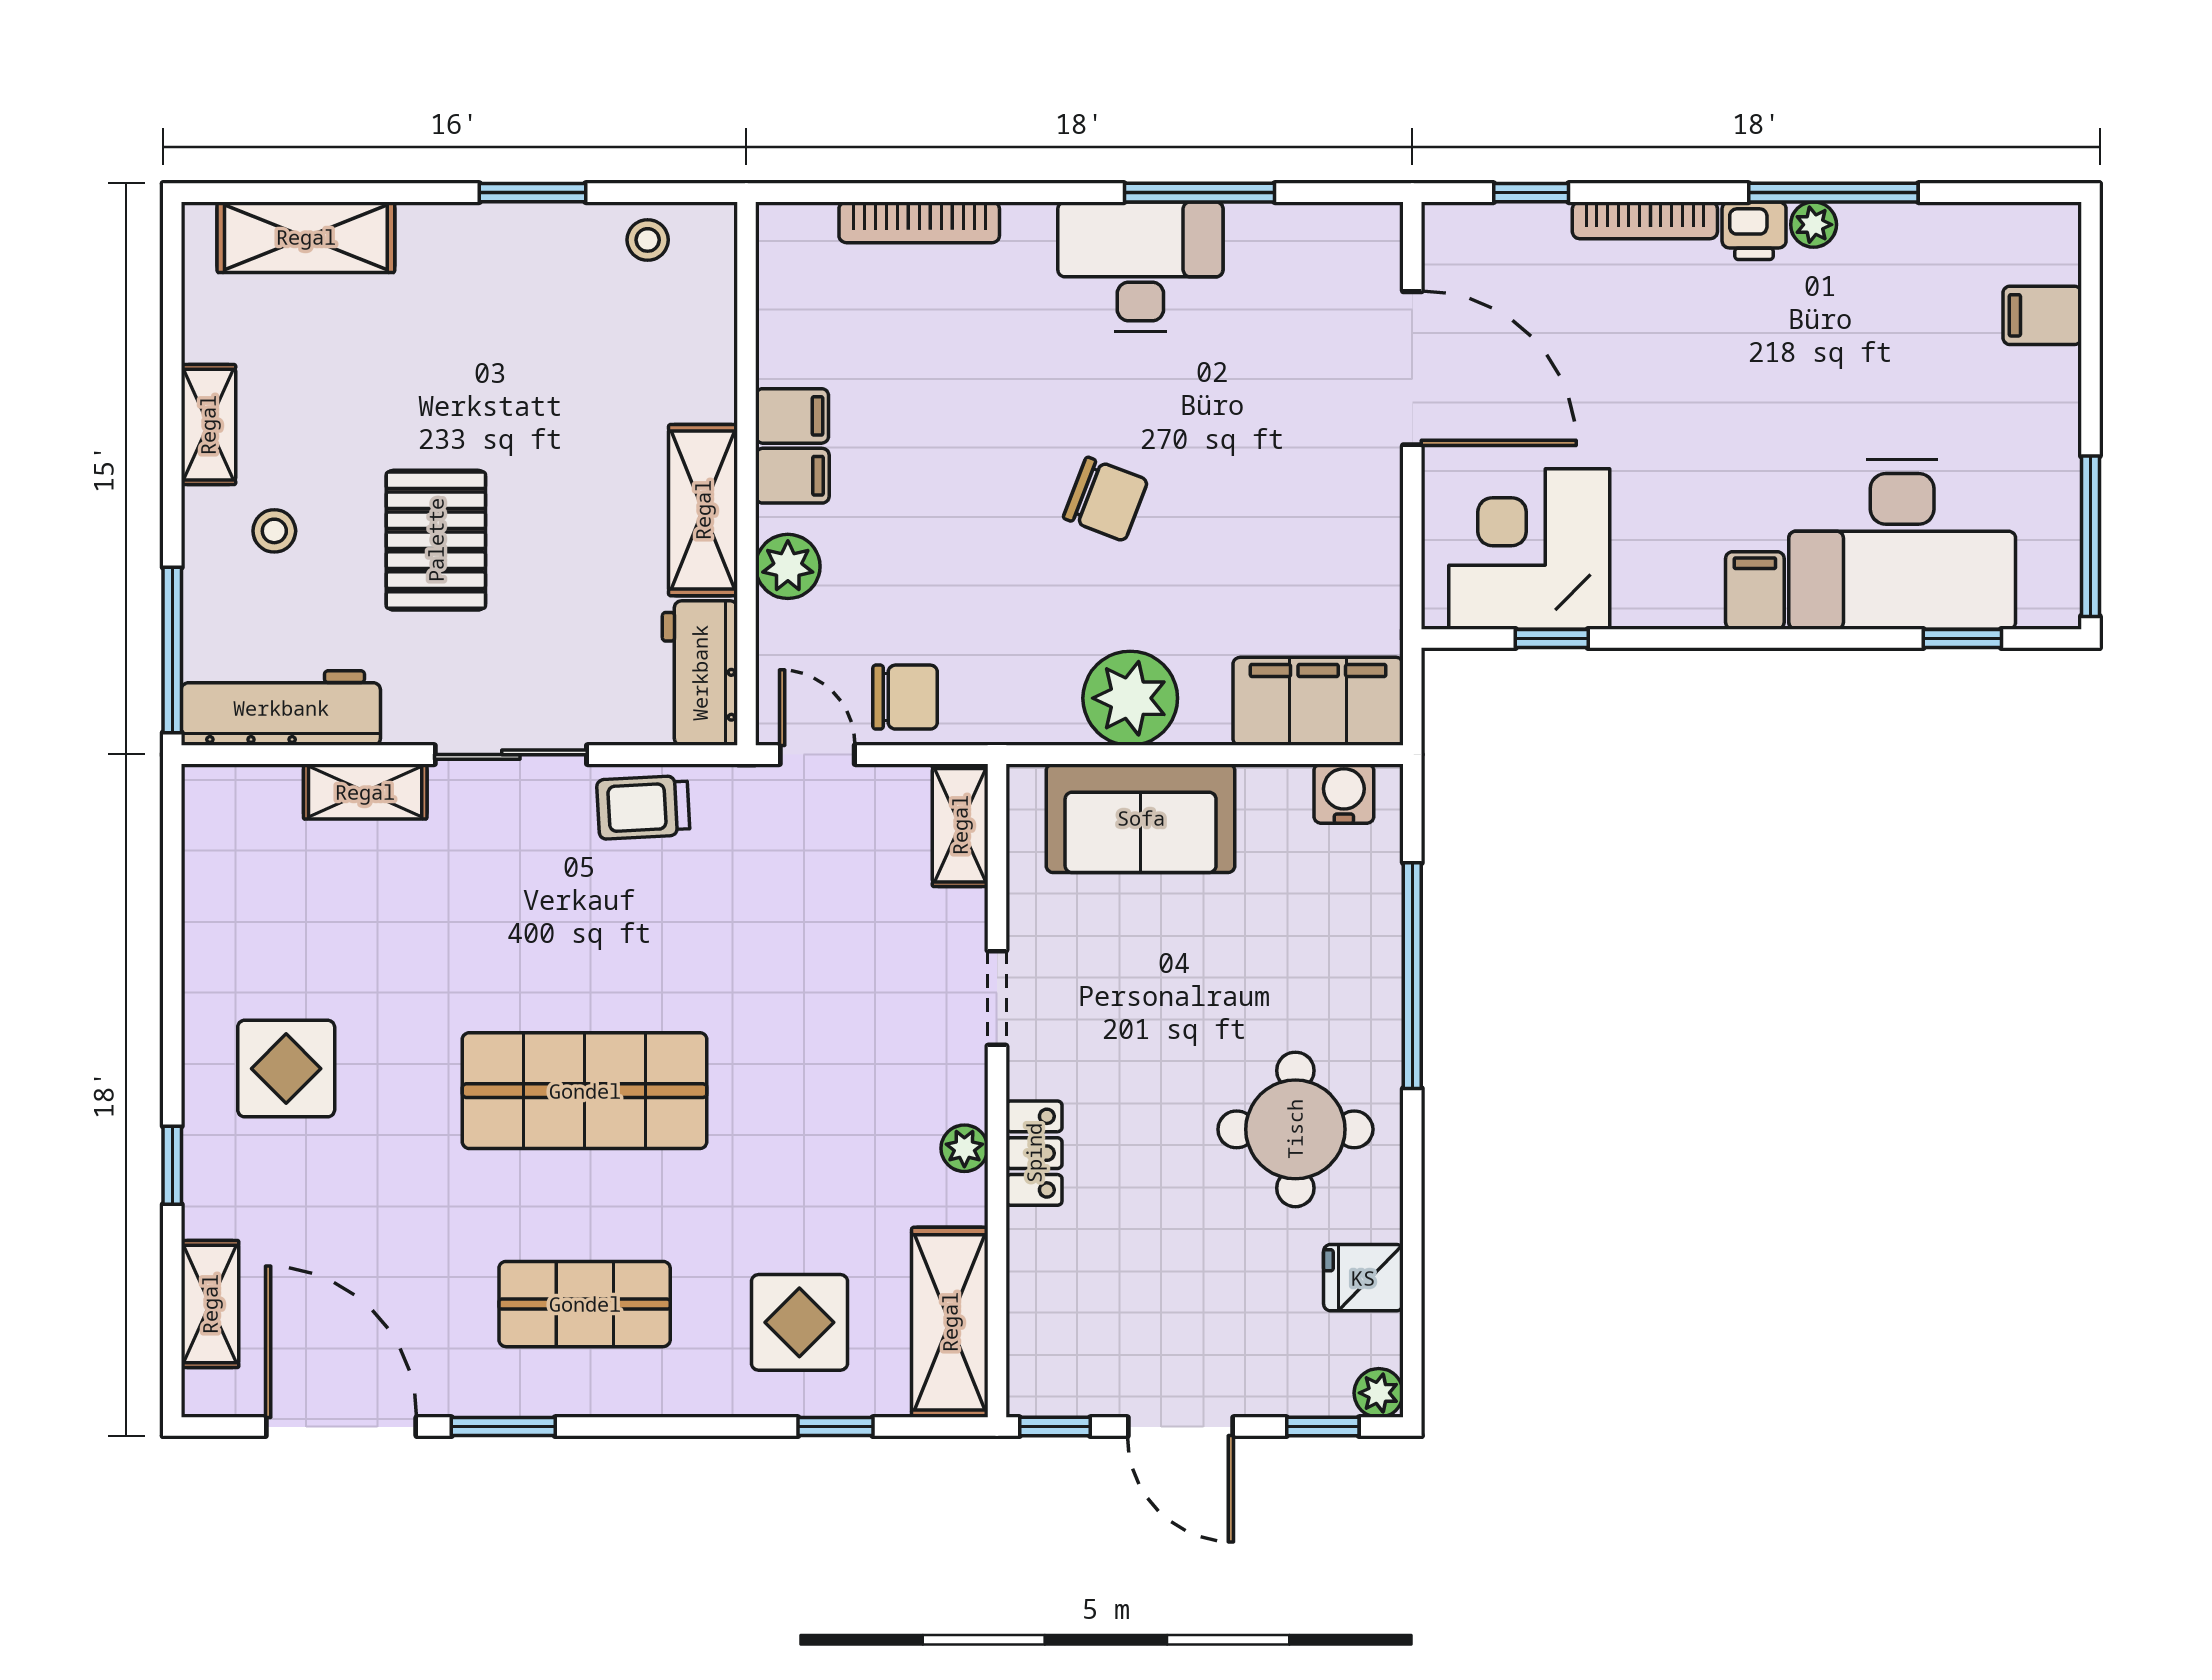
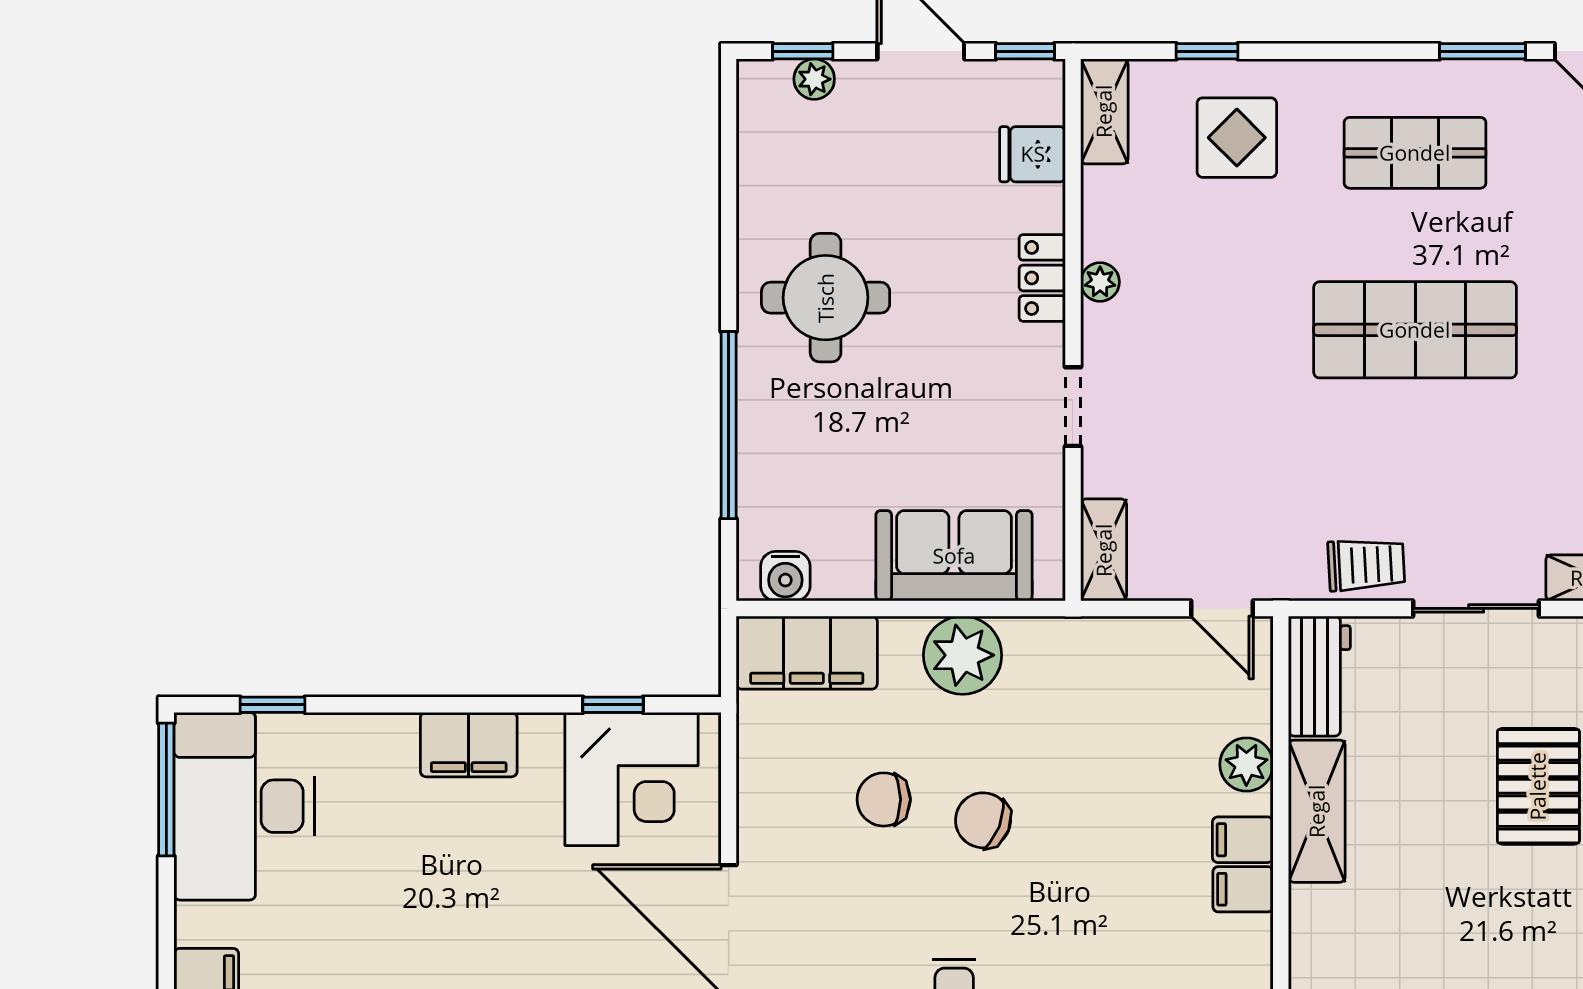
desk: (1902, 545) -> (244, 806), moved, turned -90
filing cabinet: (1755, 590) -> (469, 745), width x2.00
chair: (905, 697) -> (884, 799), moved
fridge: (1363, 1278) -> (1033, 154), moved, turned 180
shelving: (950, 1322) -> (1104, 111), width x0.67, depth x0.75
plant: (1379, 1393) -> (814, 79), moved

